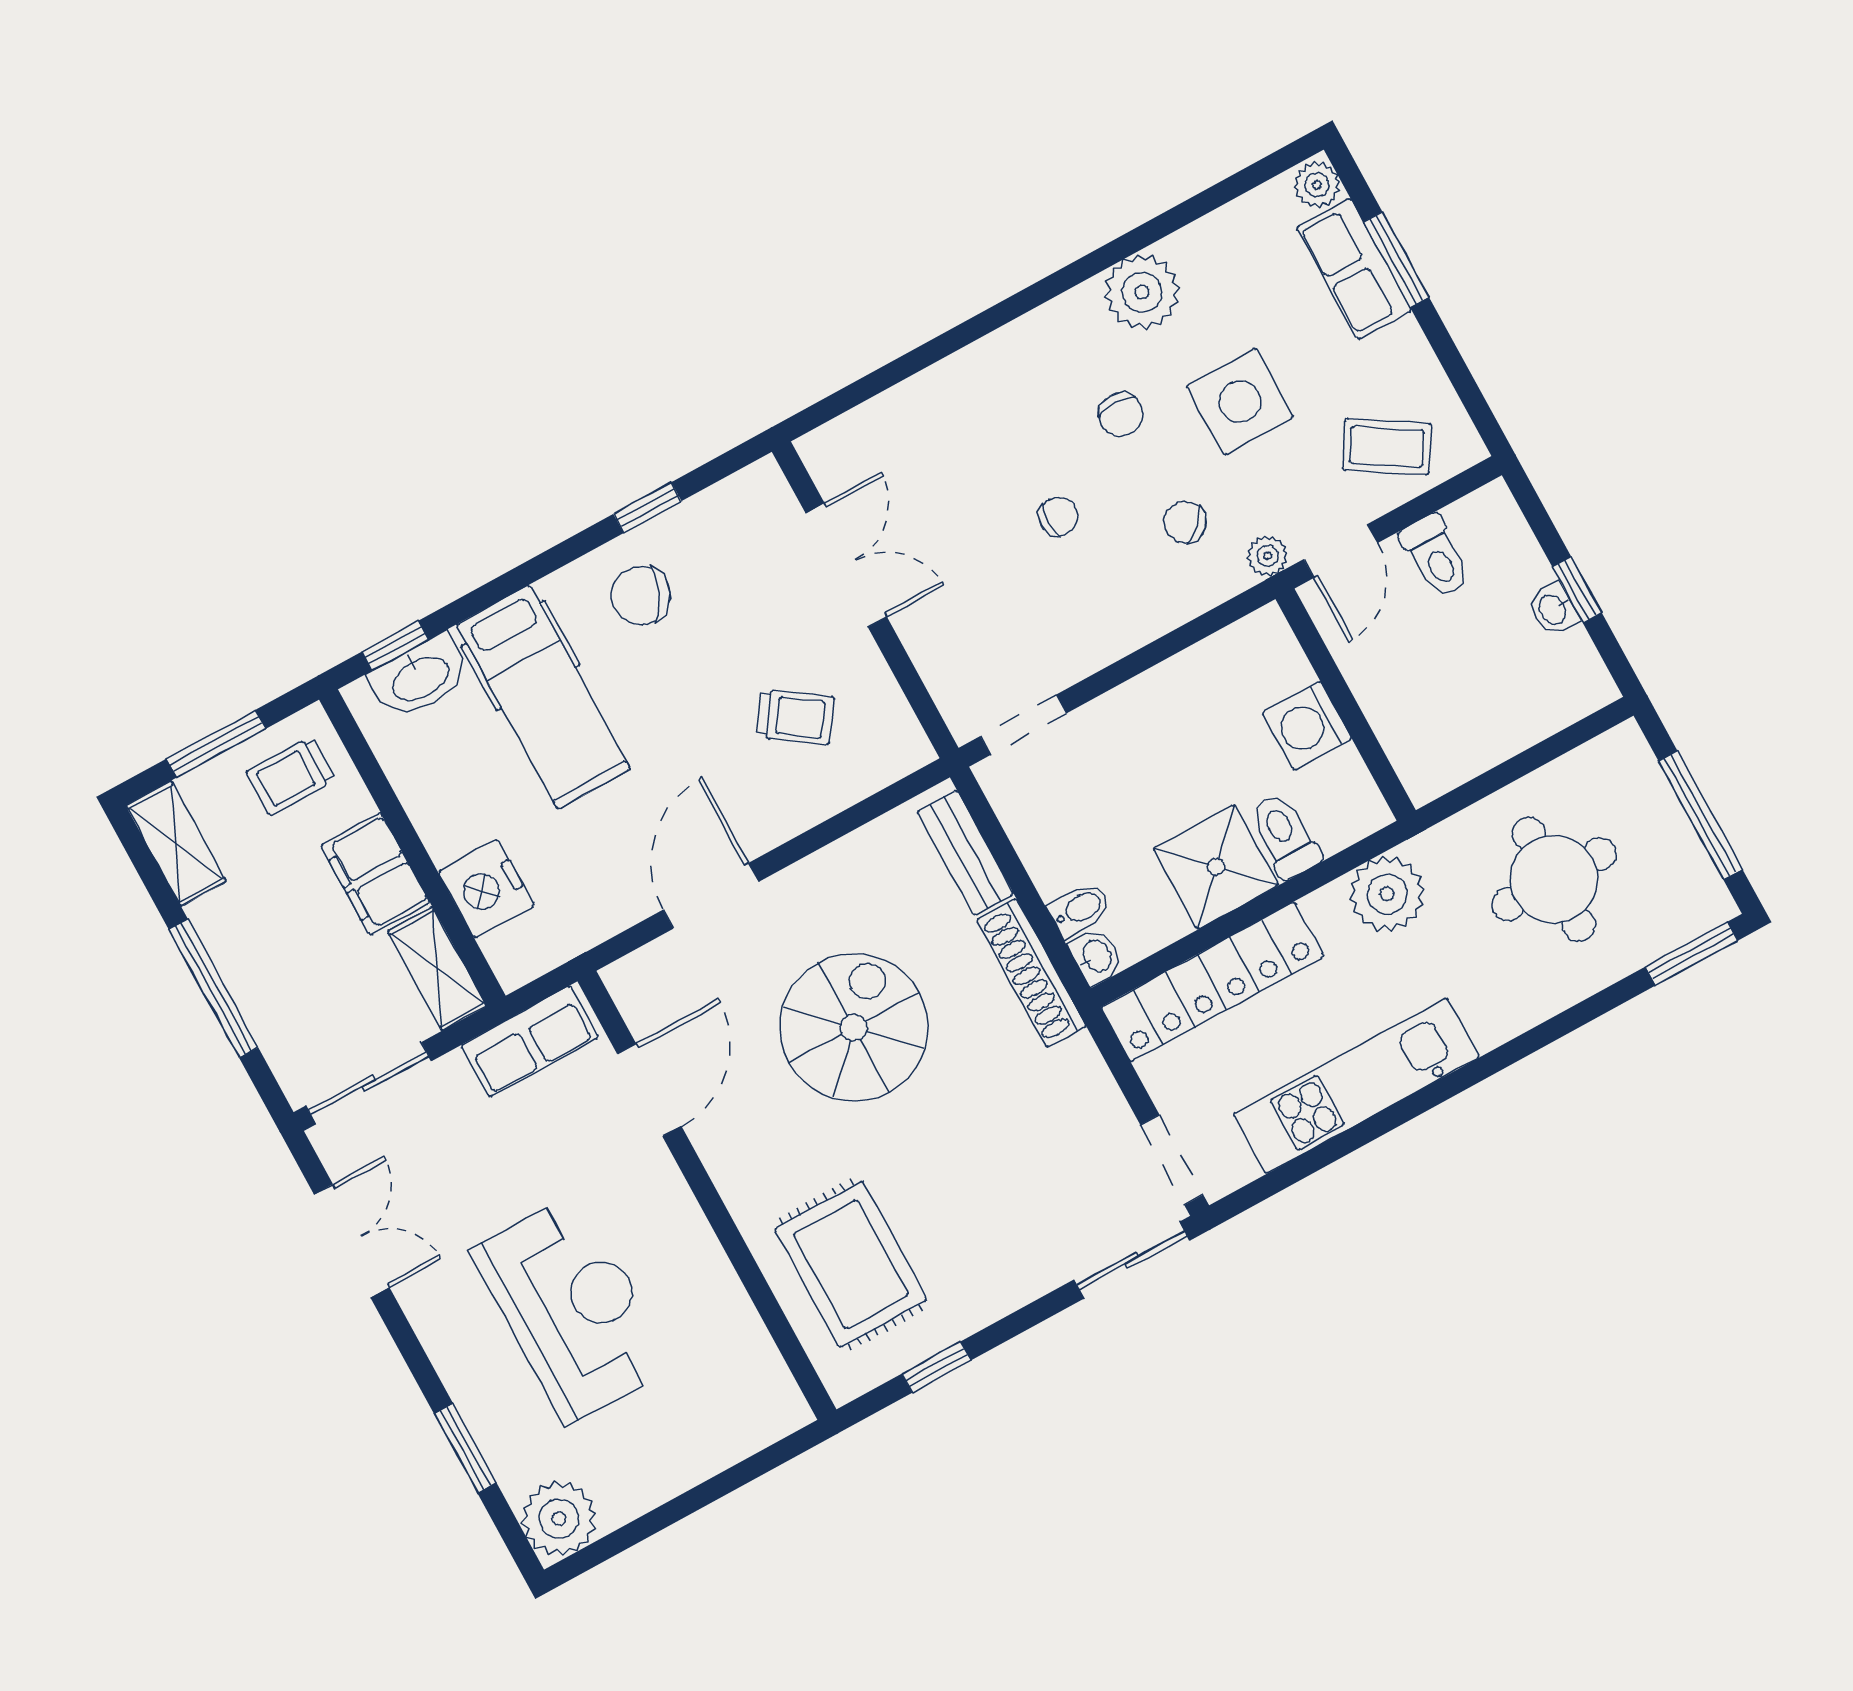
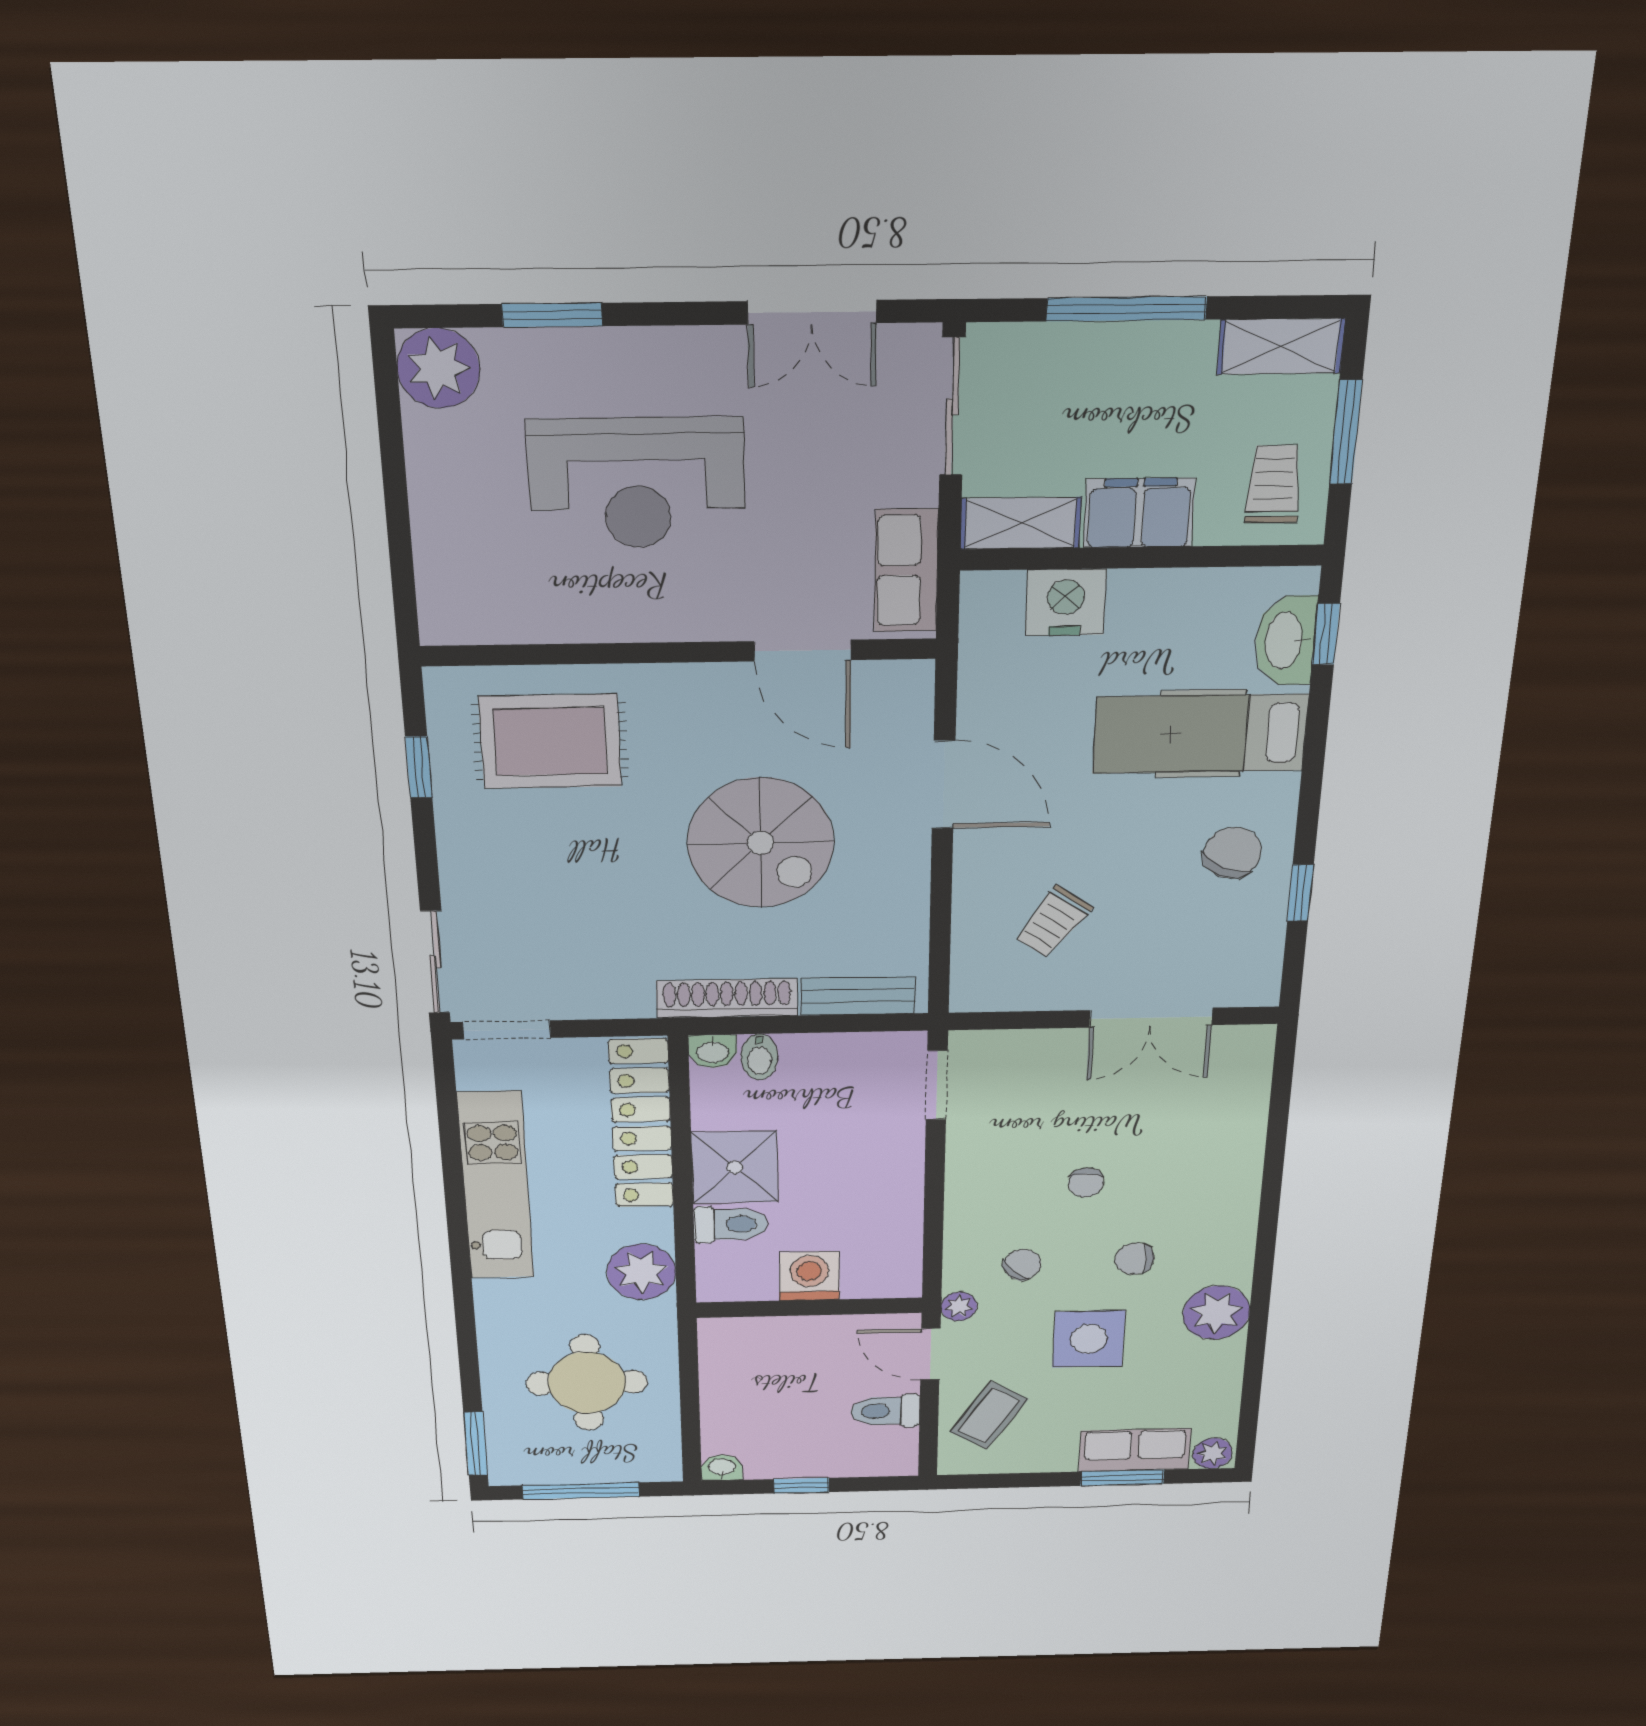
washbasin: (1553, 609) -> (722, 1468), moved

